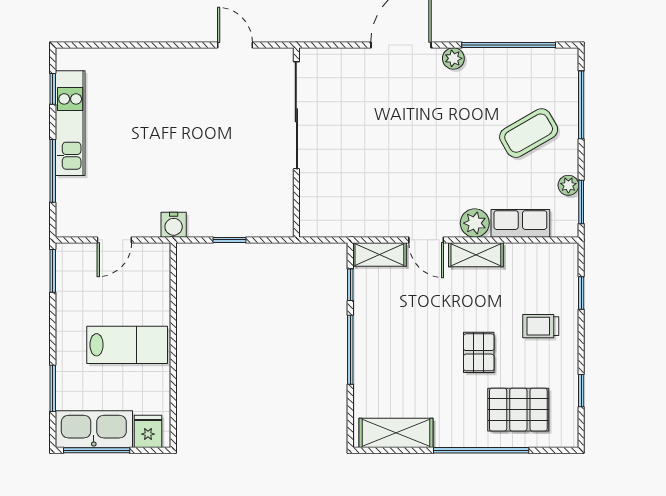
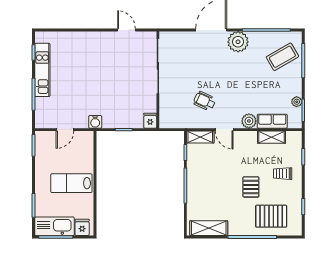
plant: (453, 58) -> (238, 42), width x1.88, depth x1.88
coffee table: (529, 133) -> (282, 57), moved
wheelchair: (388, 184) -> (205, 101), added
fridge: (281, 222) -> (150, 121), added
shelving: (476, 255) -> (271, 137), moved
lab bench: (127, 345) -> (71, 183), turned 180

